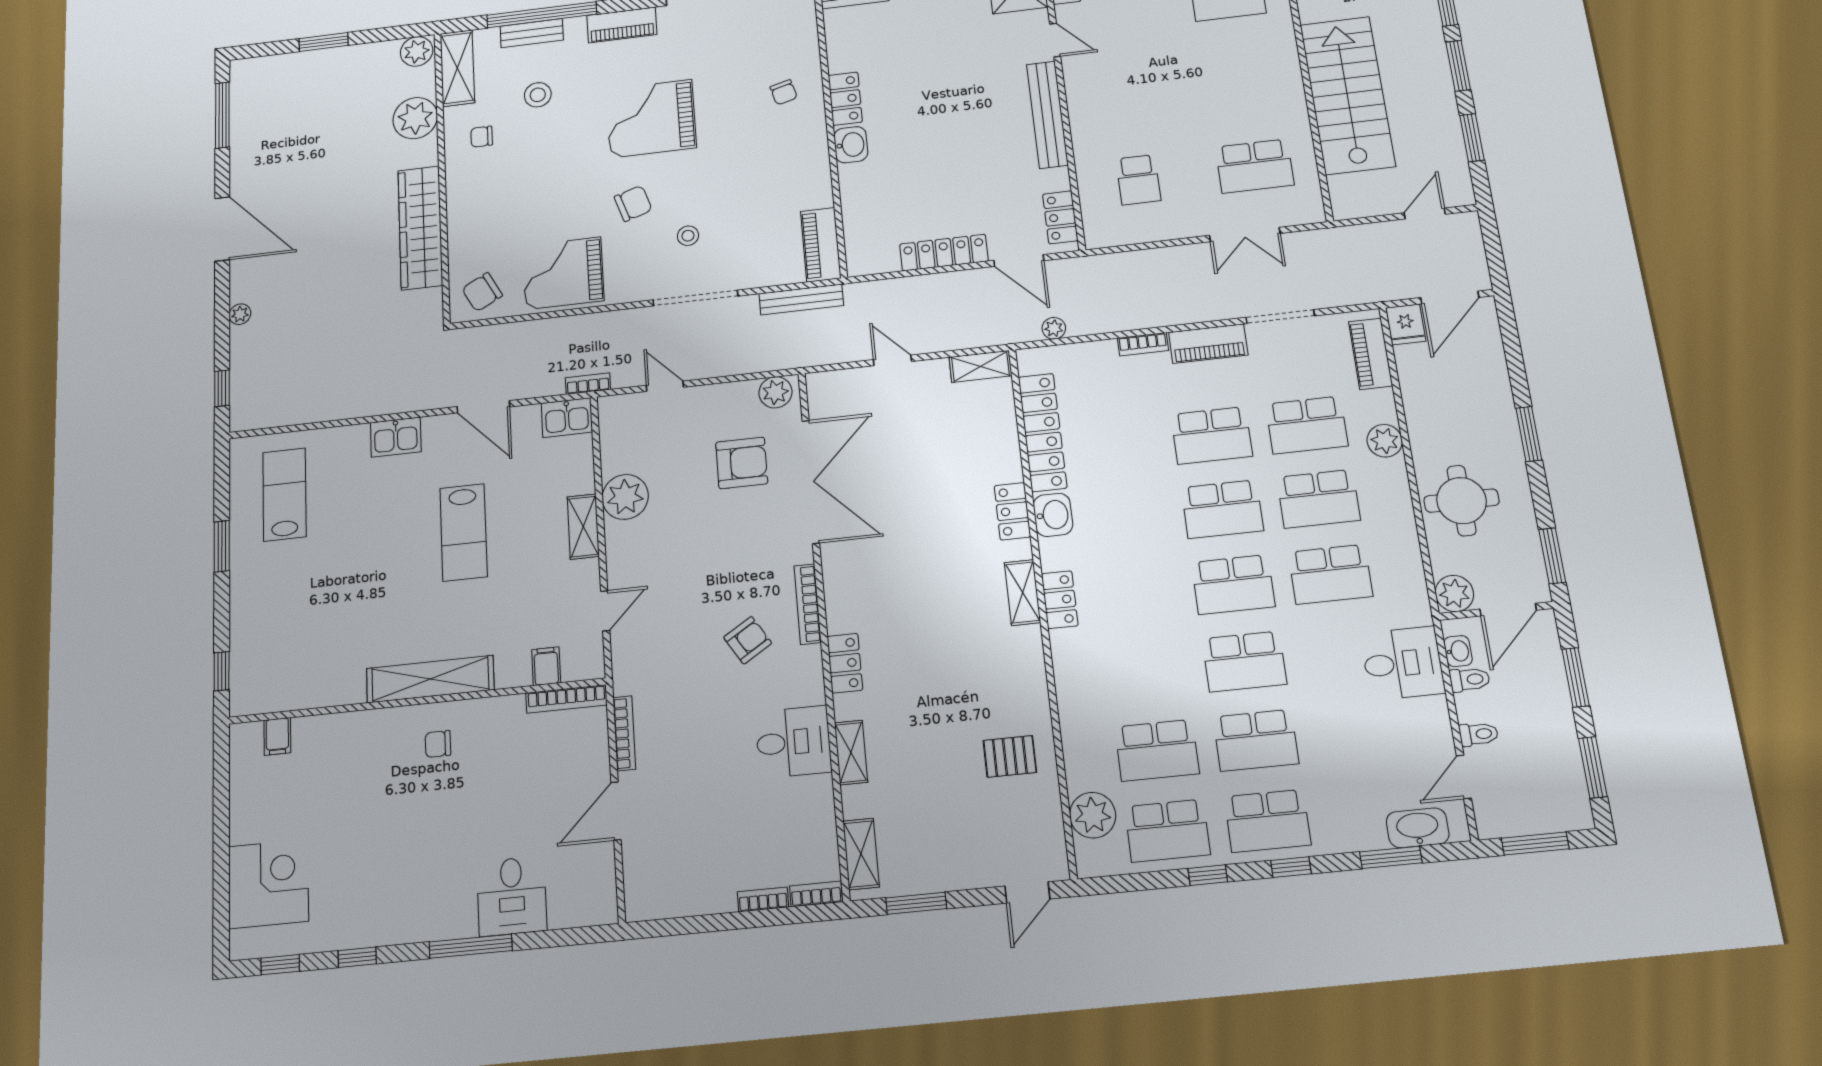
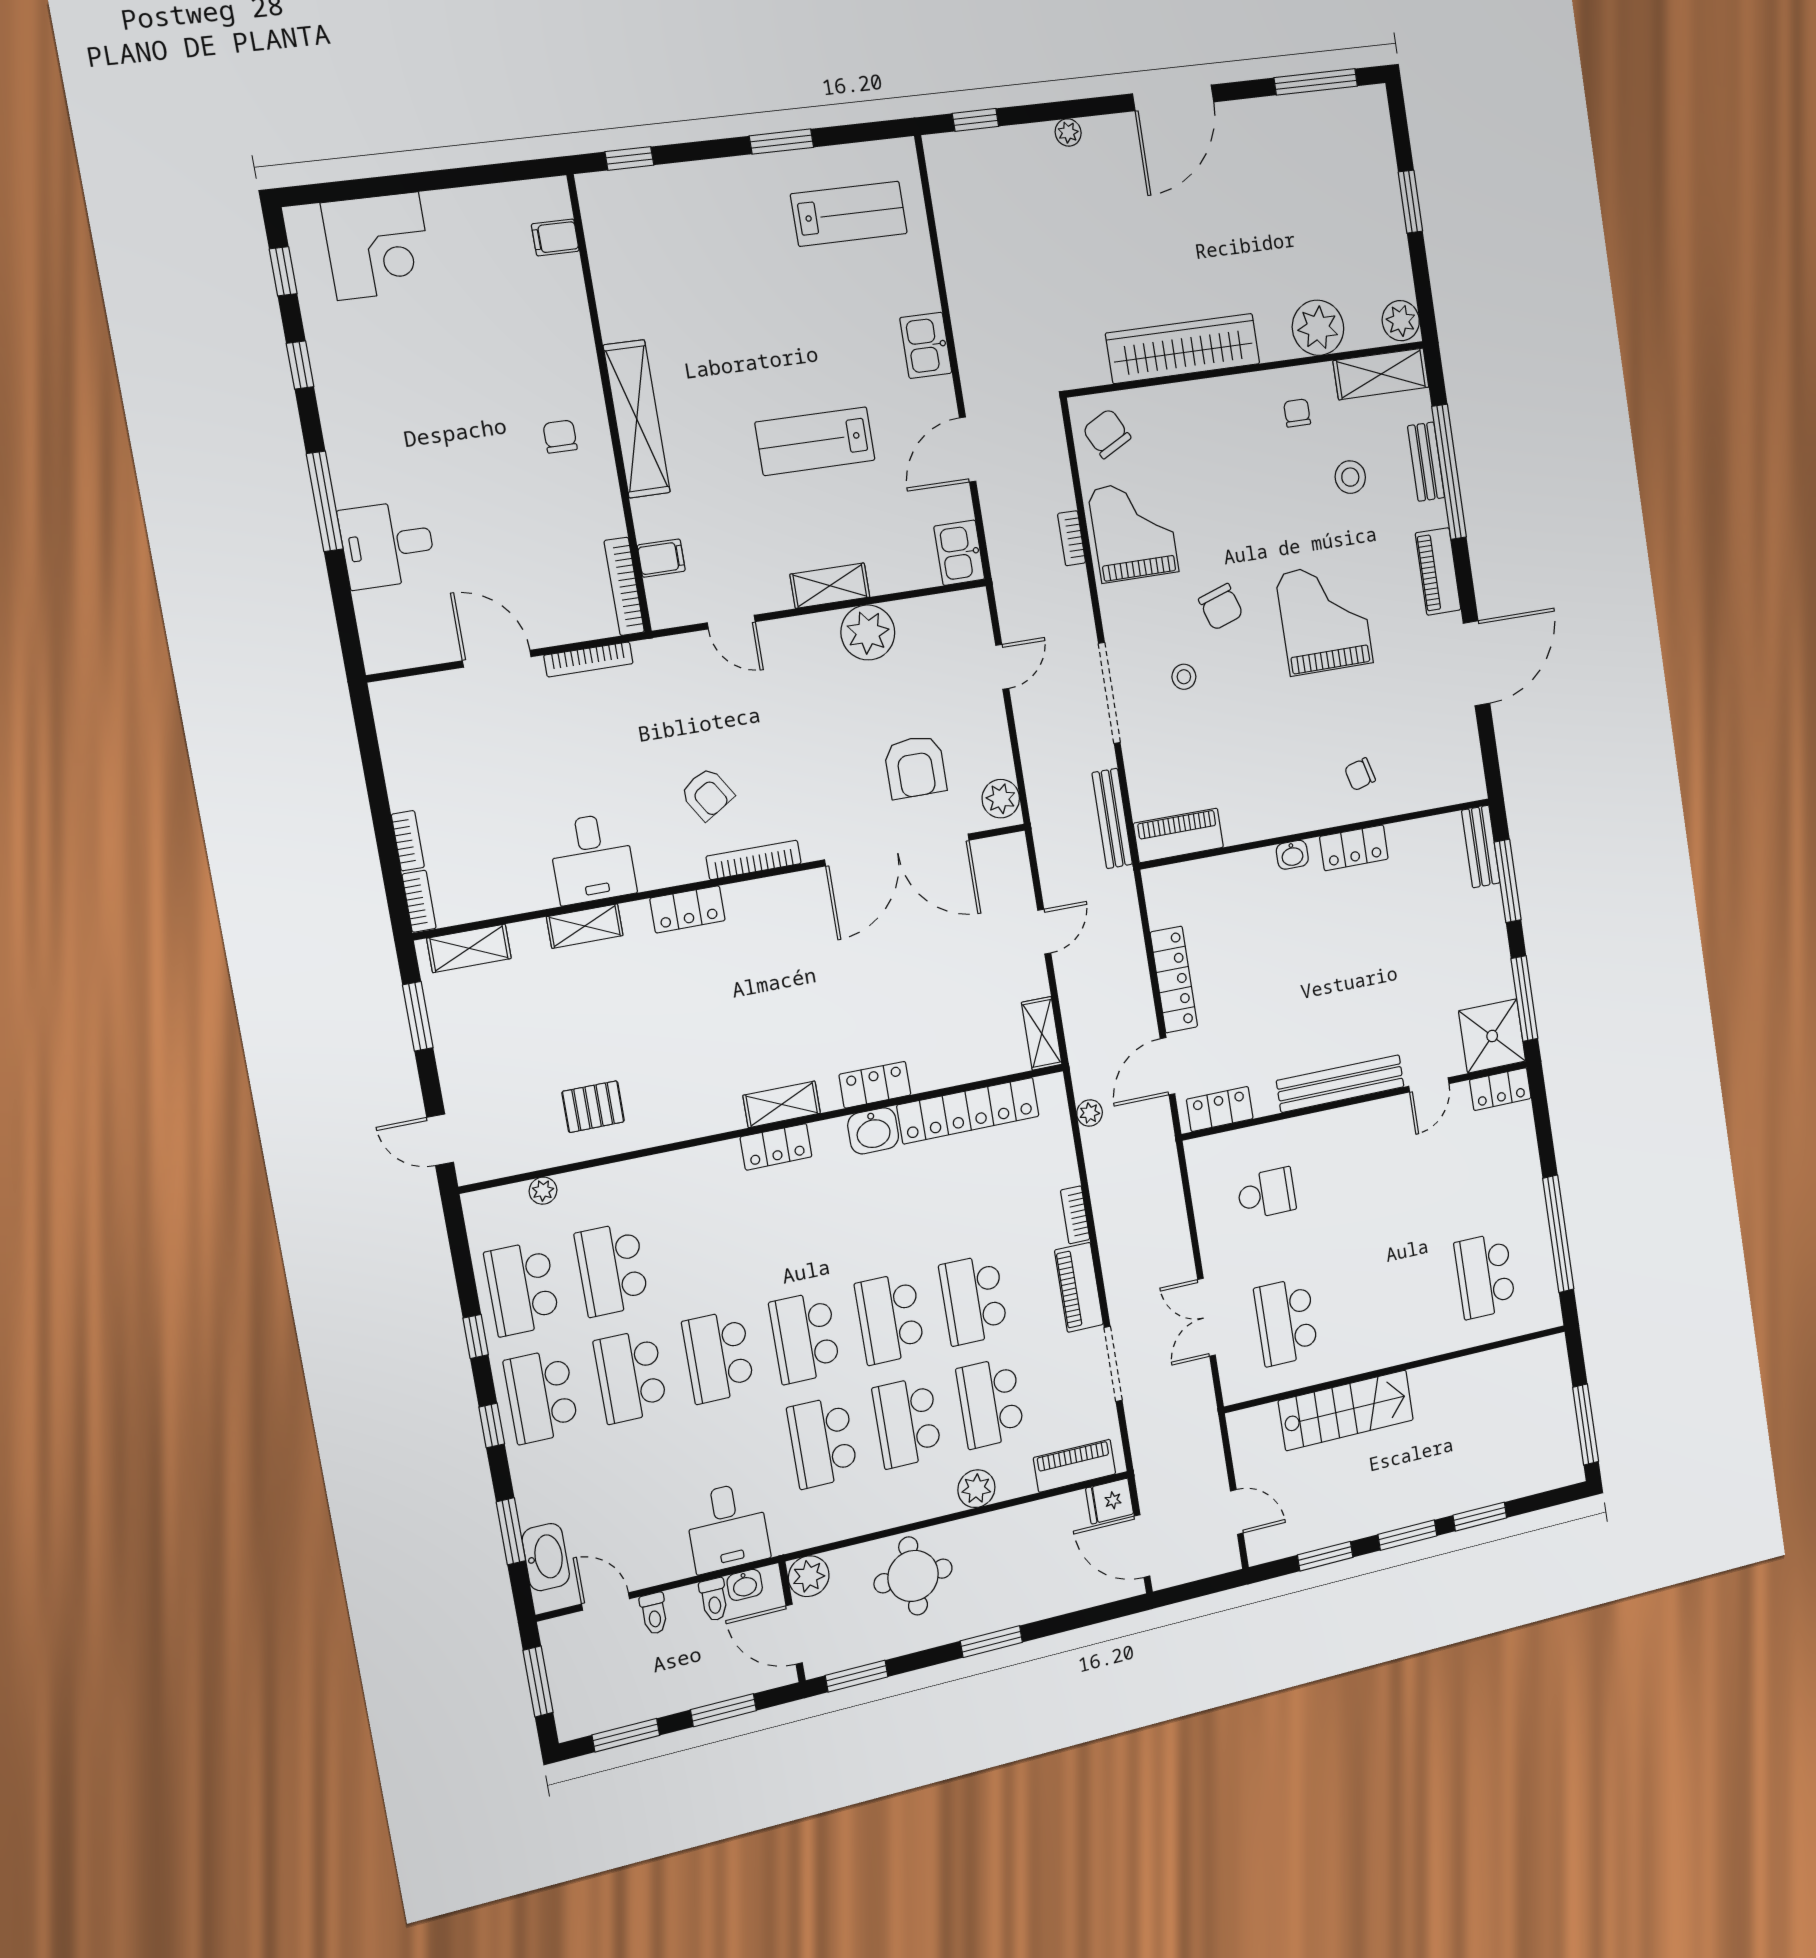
stairs: (1347, 95) -> (1346, 1410), width x0.73, depth x0.66
washbasin: (851, 145) -> (1292, 855), width x0.72, depth x0.69
school desk: (1138, 180) -> (1266, 1193), turned 180
bookcase: (588, 384) -> (1072, 538), moved, turned 180
pallet: (1010, 756) -> (593, 1107), turned 90
plant: (1093, 815) -> (543, 1191), width x0.53, depth x0.53

